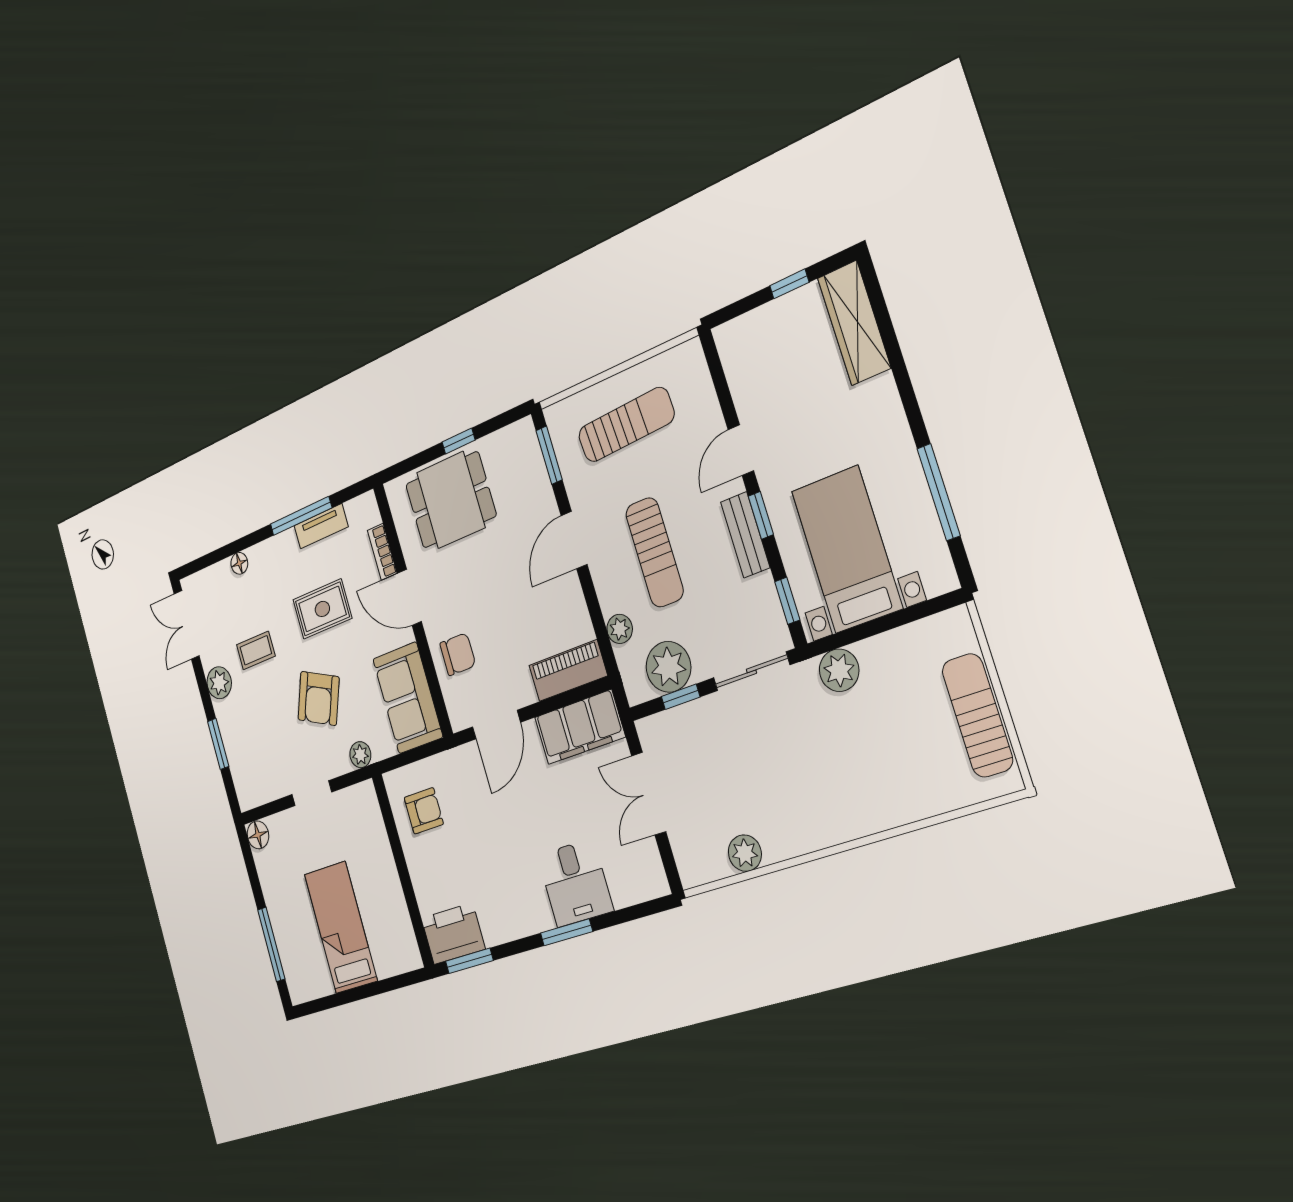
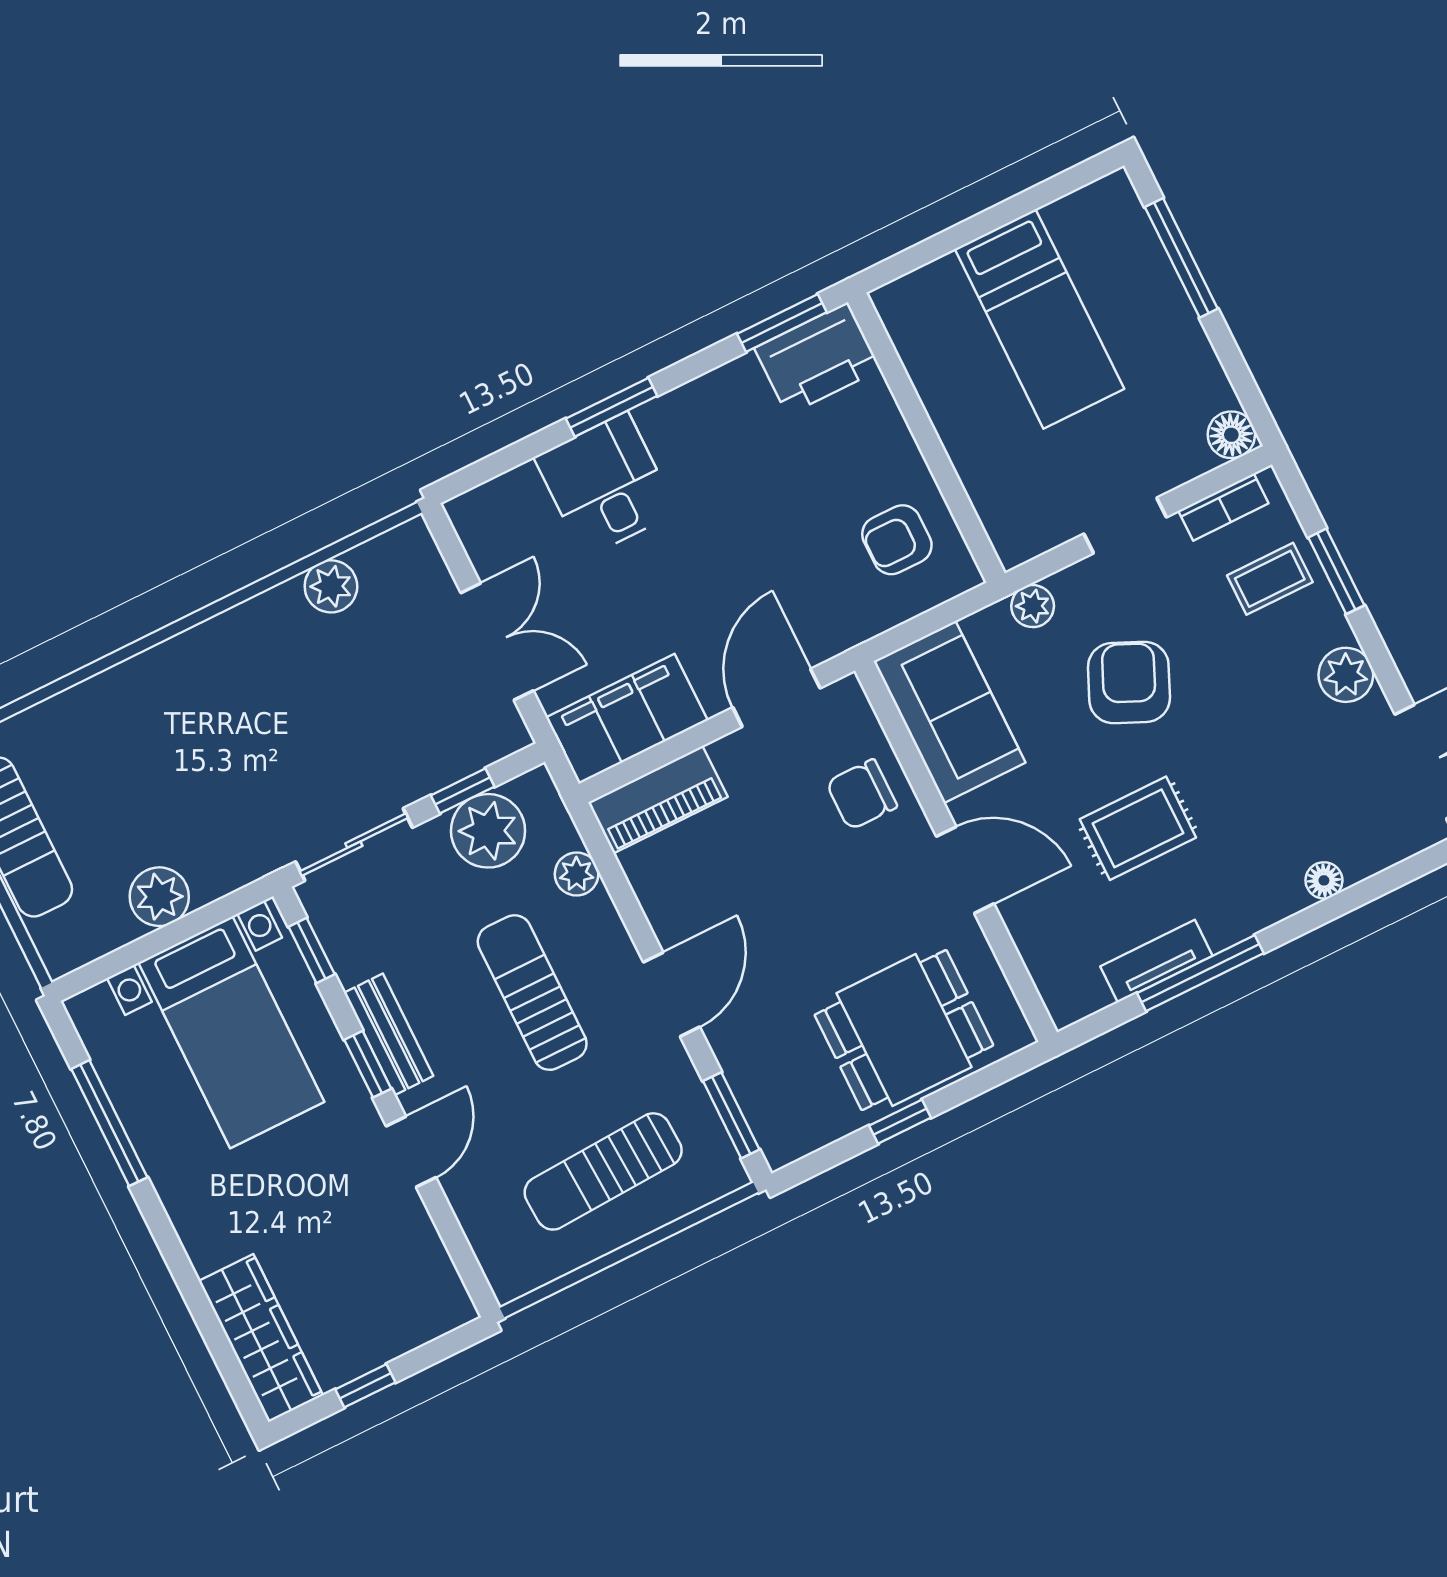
bookcase: (382, 552) -> (1223, 507), moved, turned 90
coffee table: (256, 650) -> (1270, 579), moved
plant: (839, 670) -> (159, 897), moved

